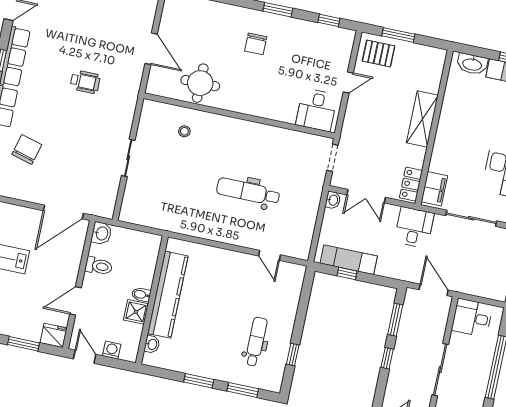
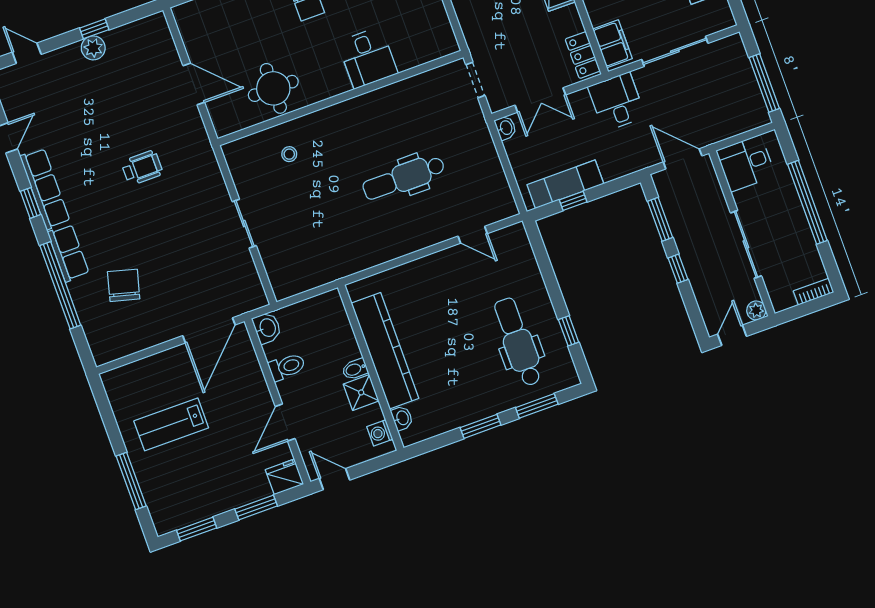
desk: (317, 110) -> (368, 58), moved
dental chair: (256, 342) -> (518, 342), width x1.36, depth x1.38
washing machine: (112, 350) -> (380, 433), moved, turned -90

